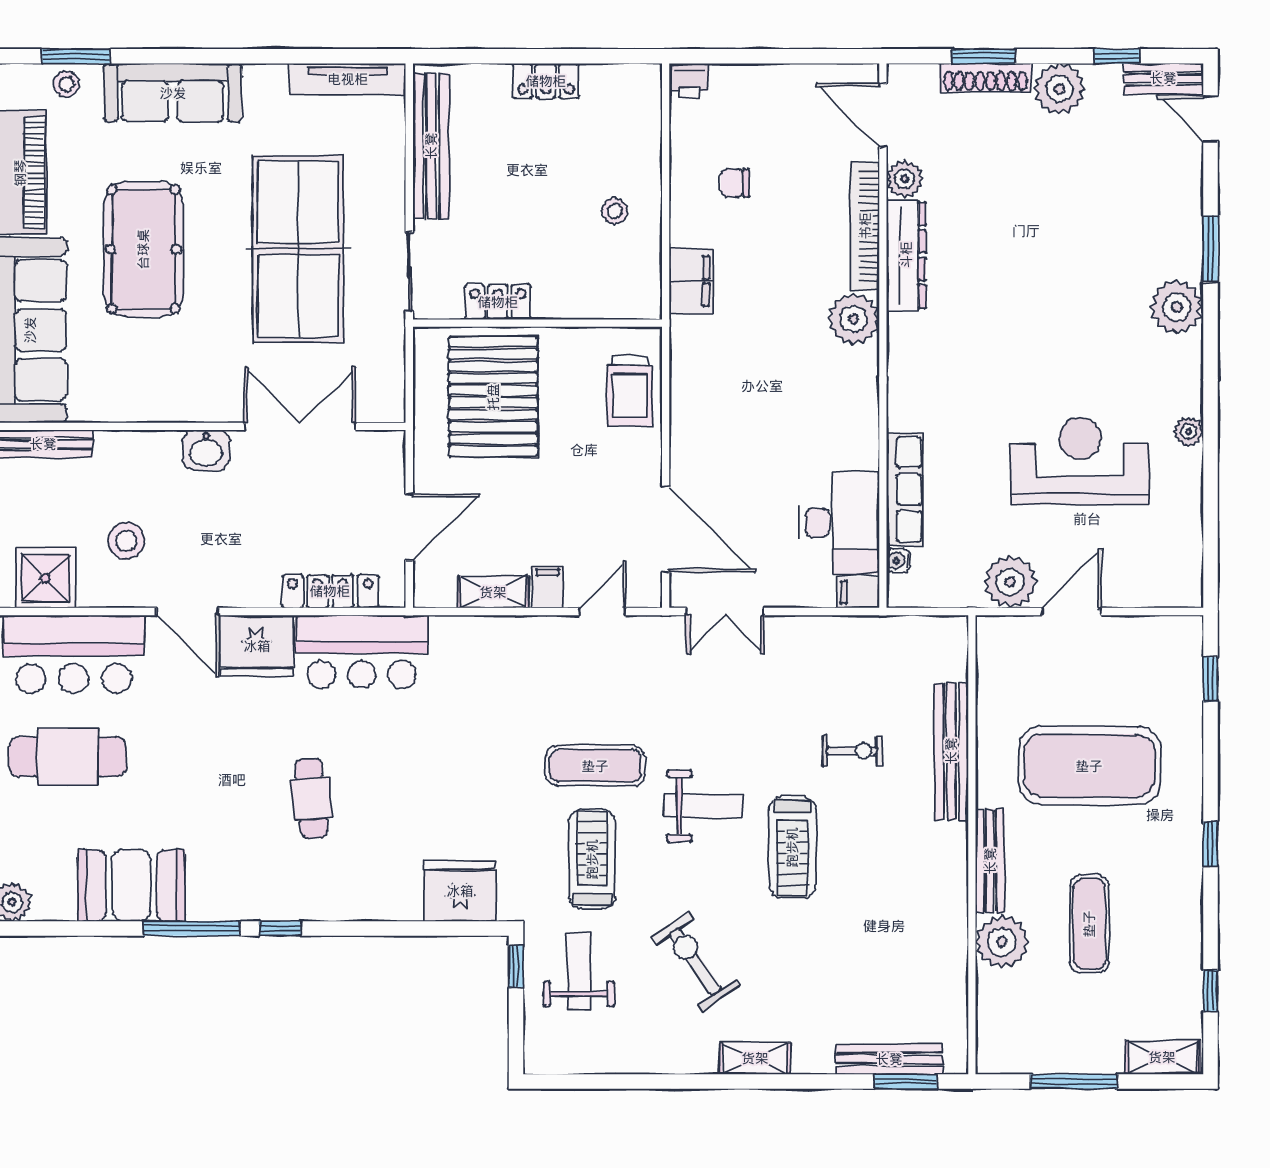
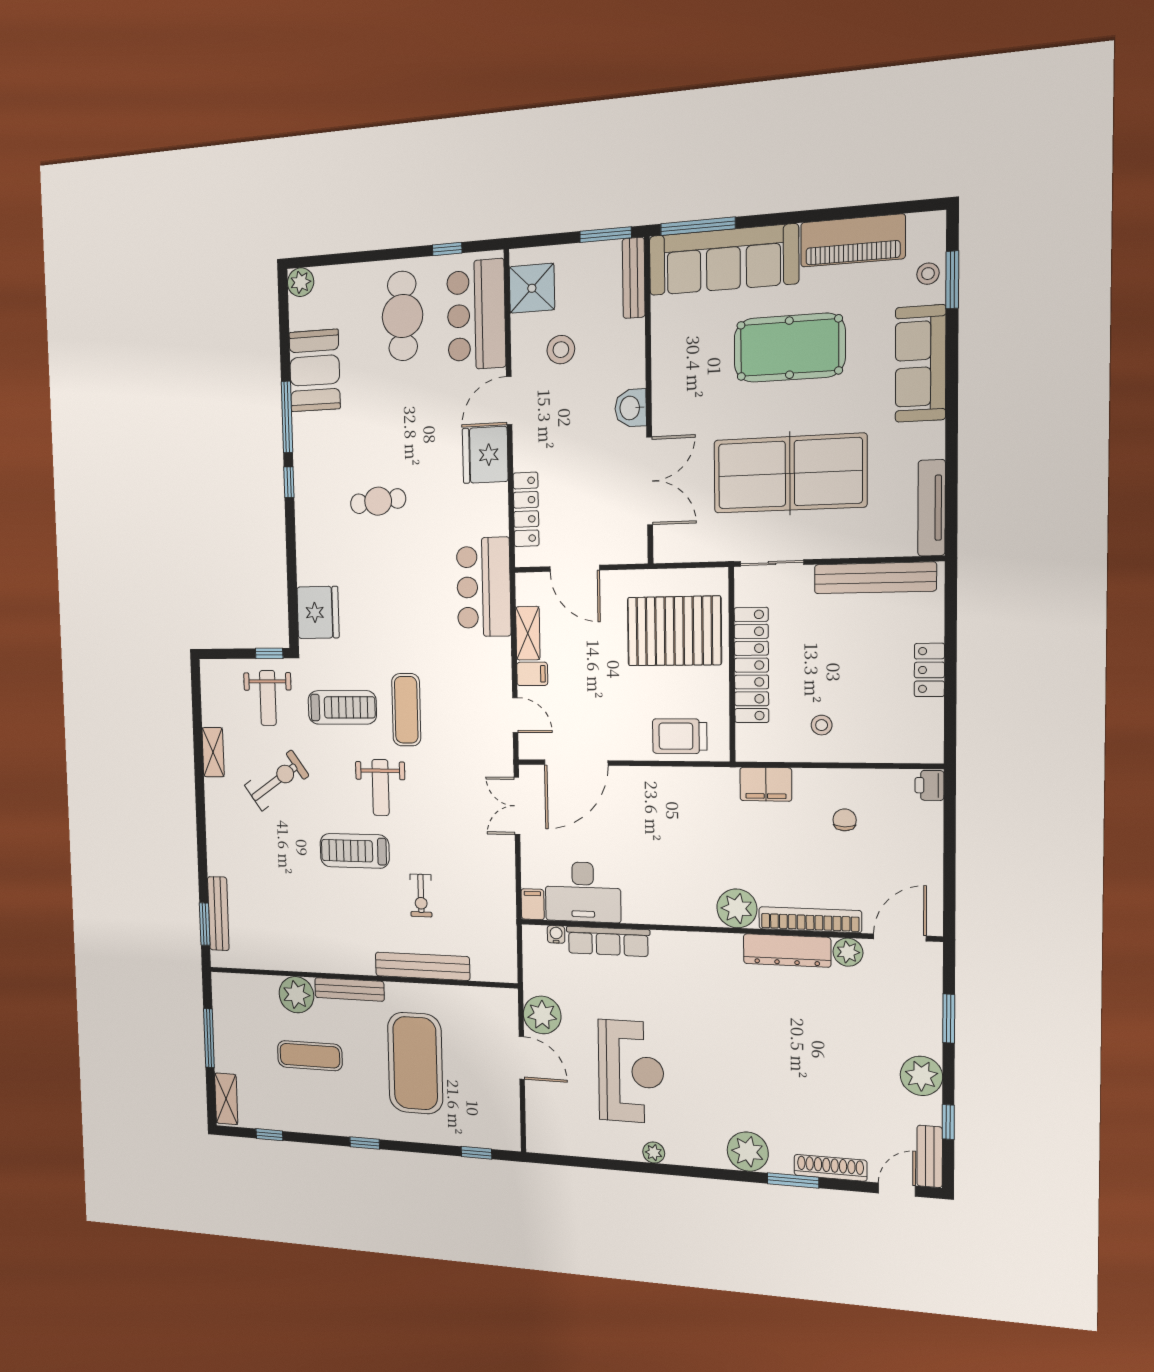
shoe rack: (985, 77) -> (830, 1168), moved, turned 90
locker: (498, 302) -> (751, 665), width x2.16, depth x1.21
bar counter: (362, 652) -> (484, 587), moved
weight bench: (579, 971) -> (268, 698), turned 90
shelving: (755, 1058) -> (213, 752), moved

